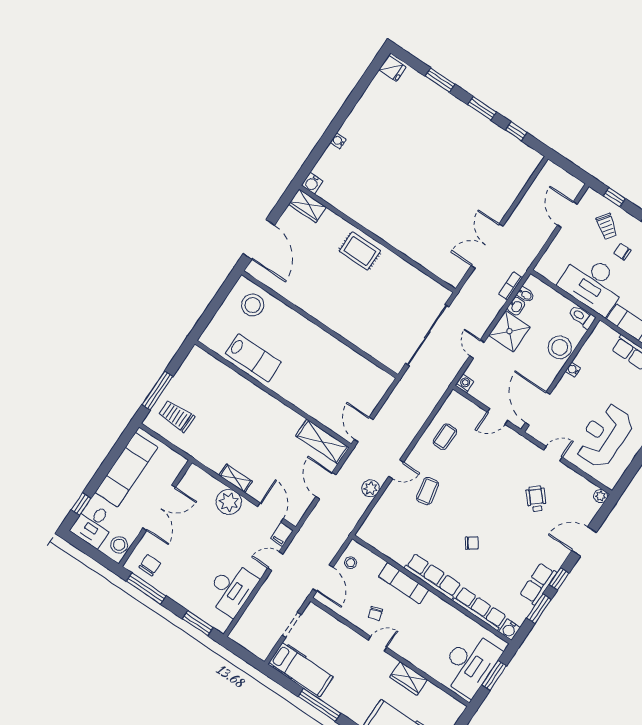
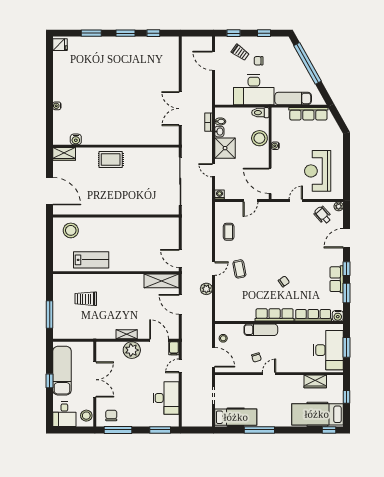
water cooler: (312, 183) -> (76, 139), moved
trolley: (176, 416) -> (86, 299), moved
wheelchair: (536, 499) -> (323, 215), moved
window: (81, 504) -> (50, 381), moved
wardrobe: (409, 678) -> (315, 381), moved

